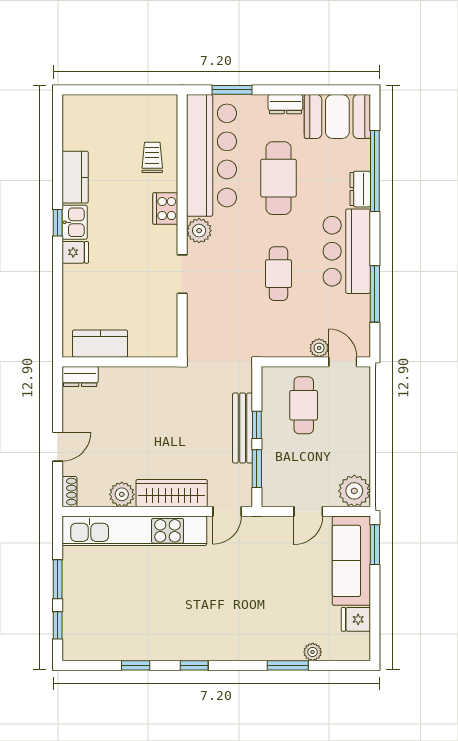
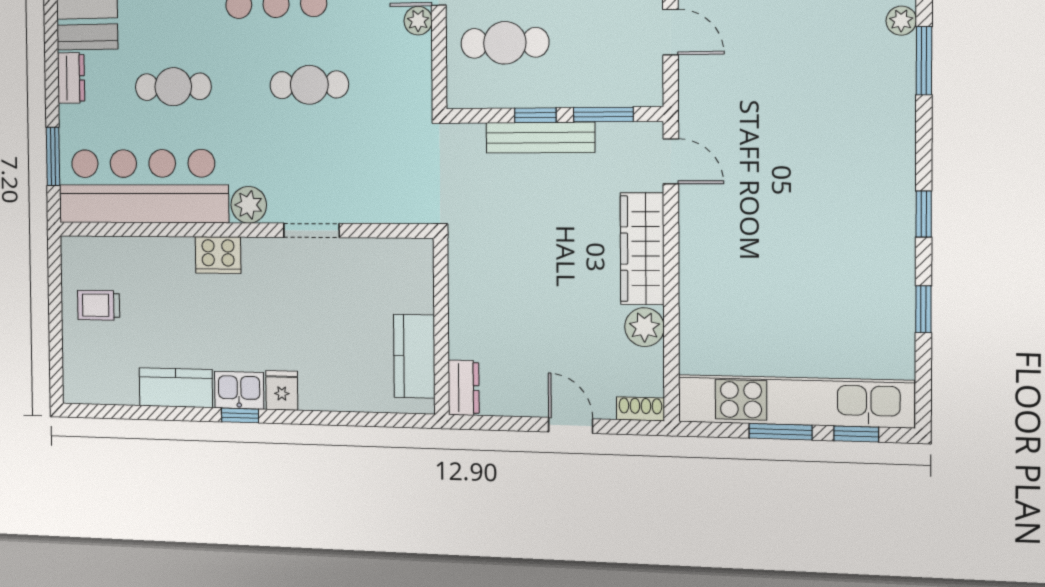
trolley: (152, 157) -> (99, 305), moved
cafe table: (278, 178) -> (173, 87), width x0.73, depth x0.74
kitchen unit: (134, 531) -> (795, 401), moved, turned -90

